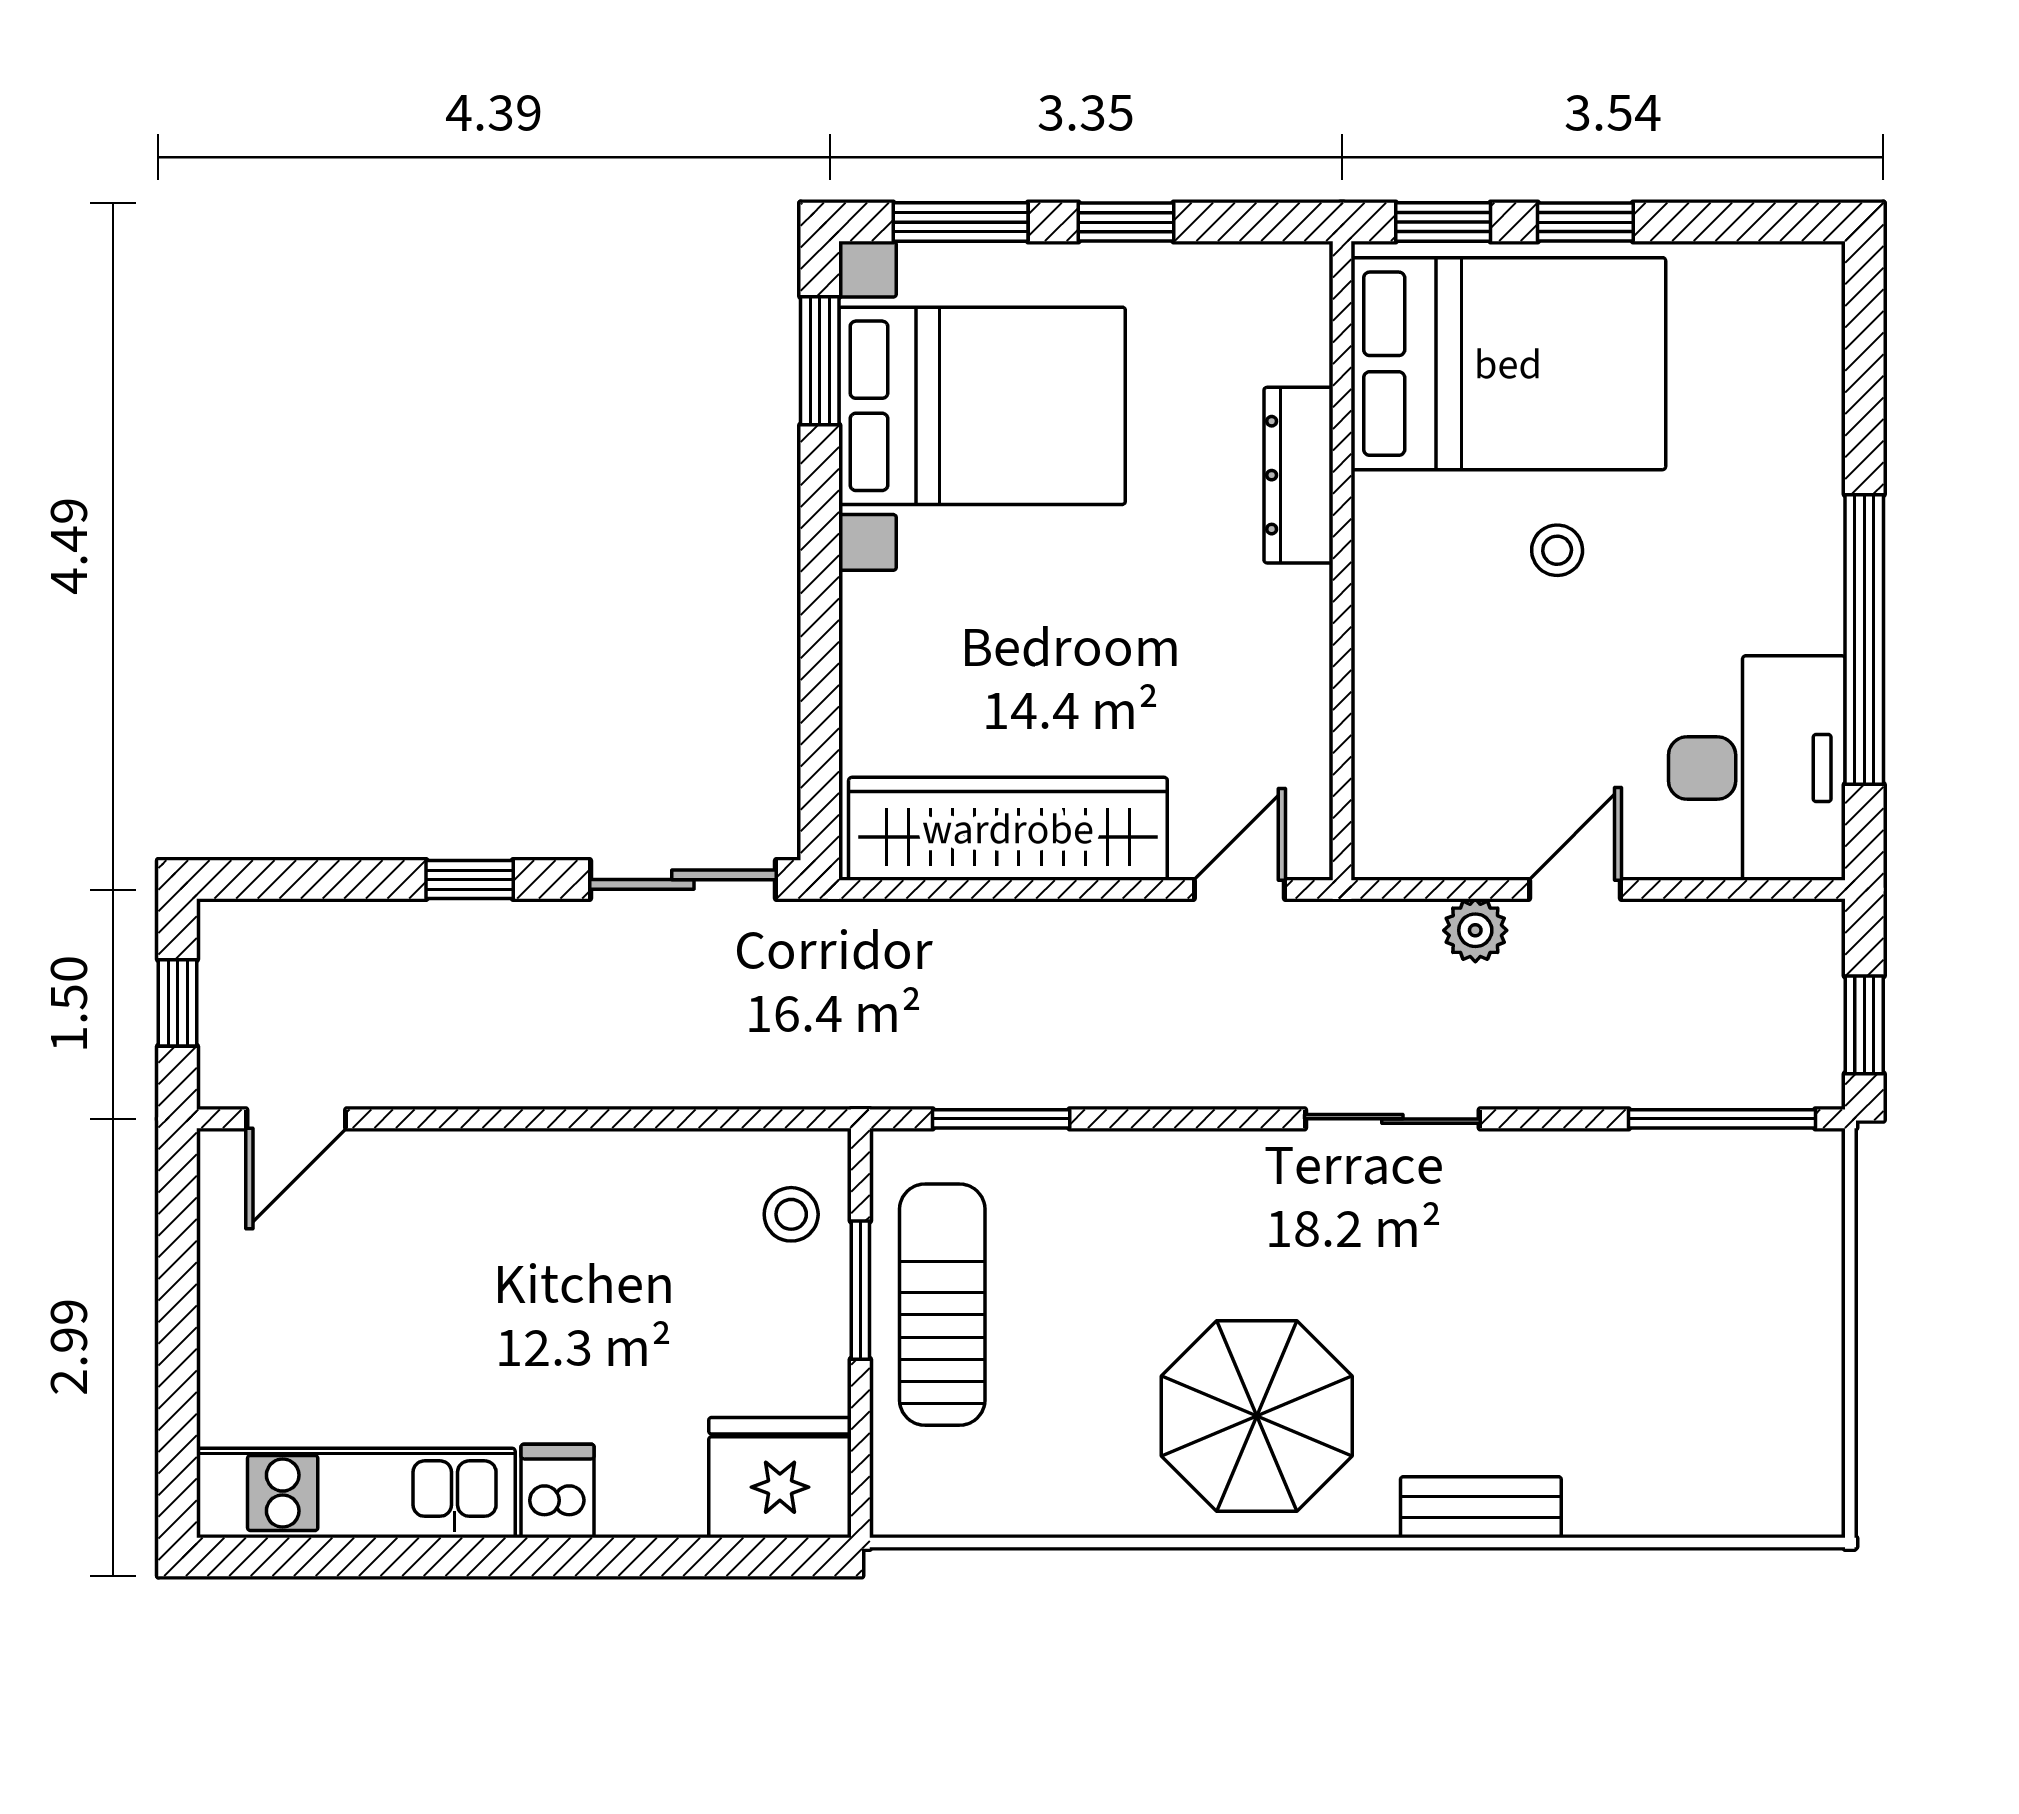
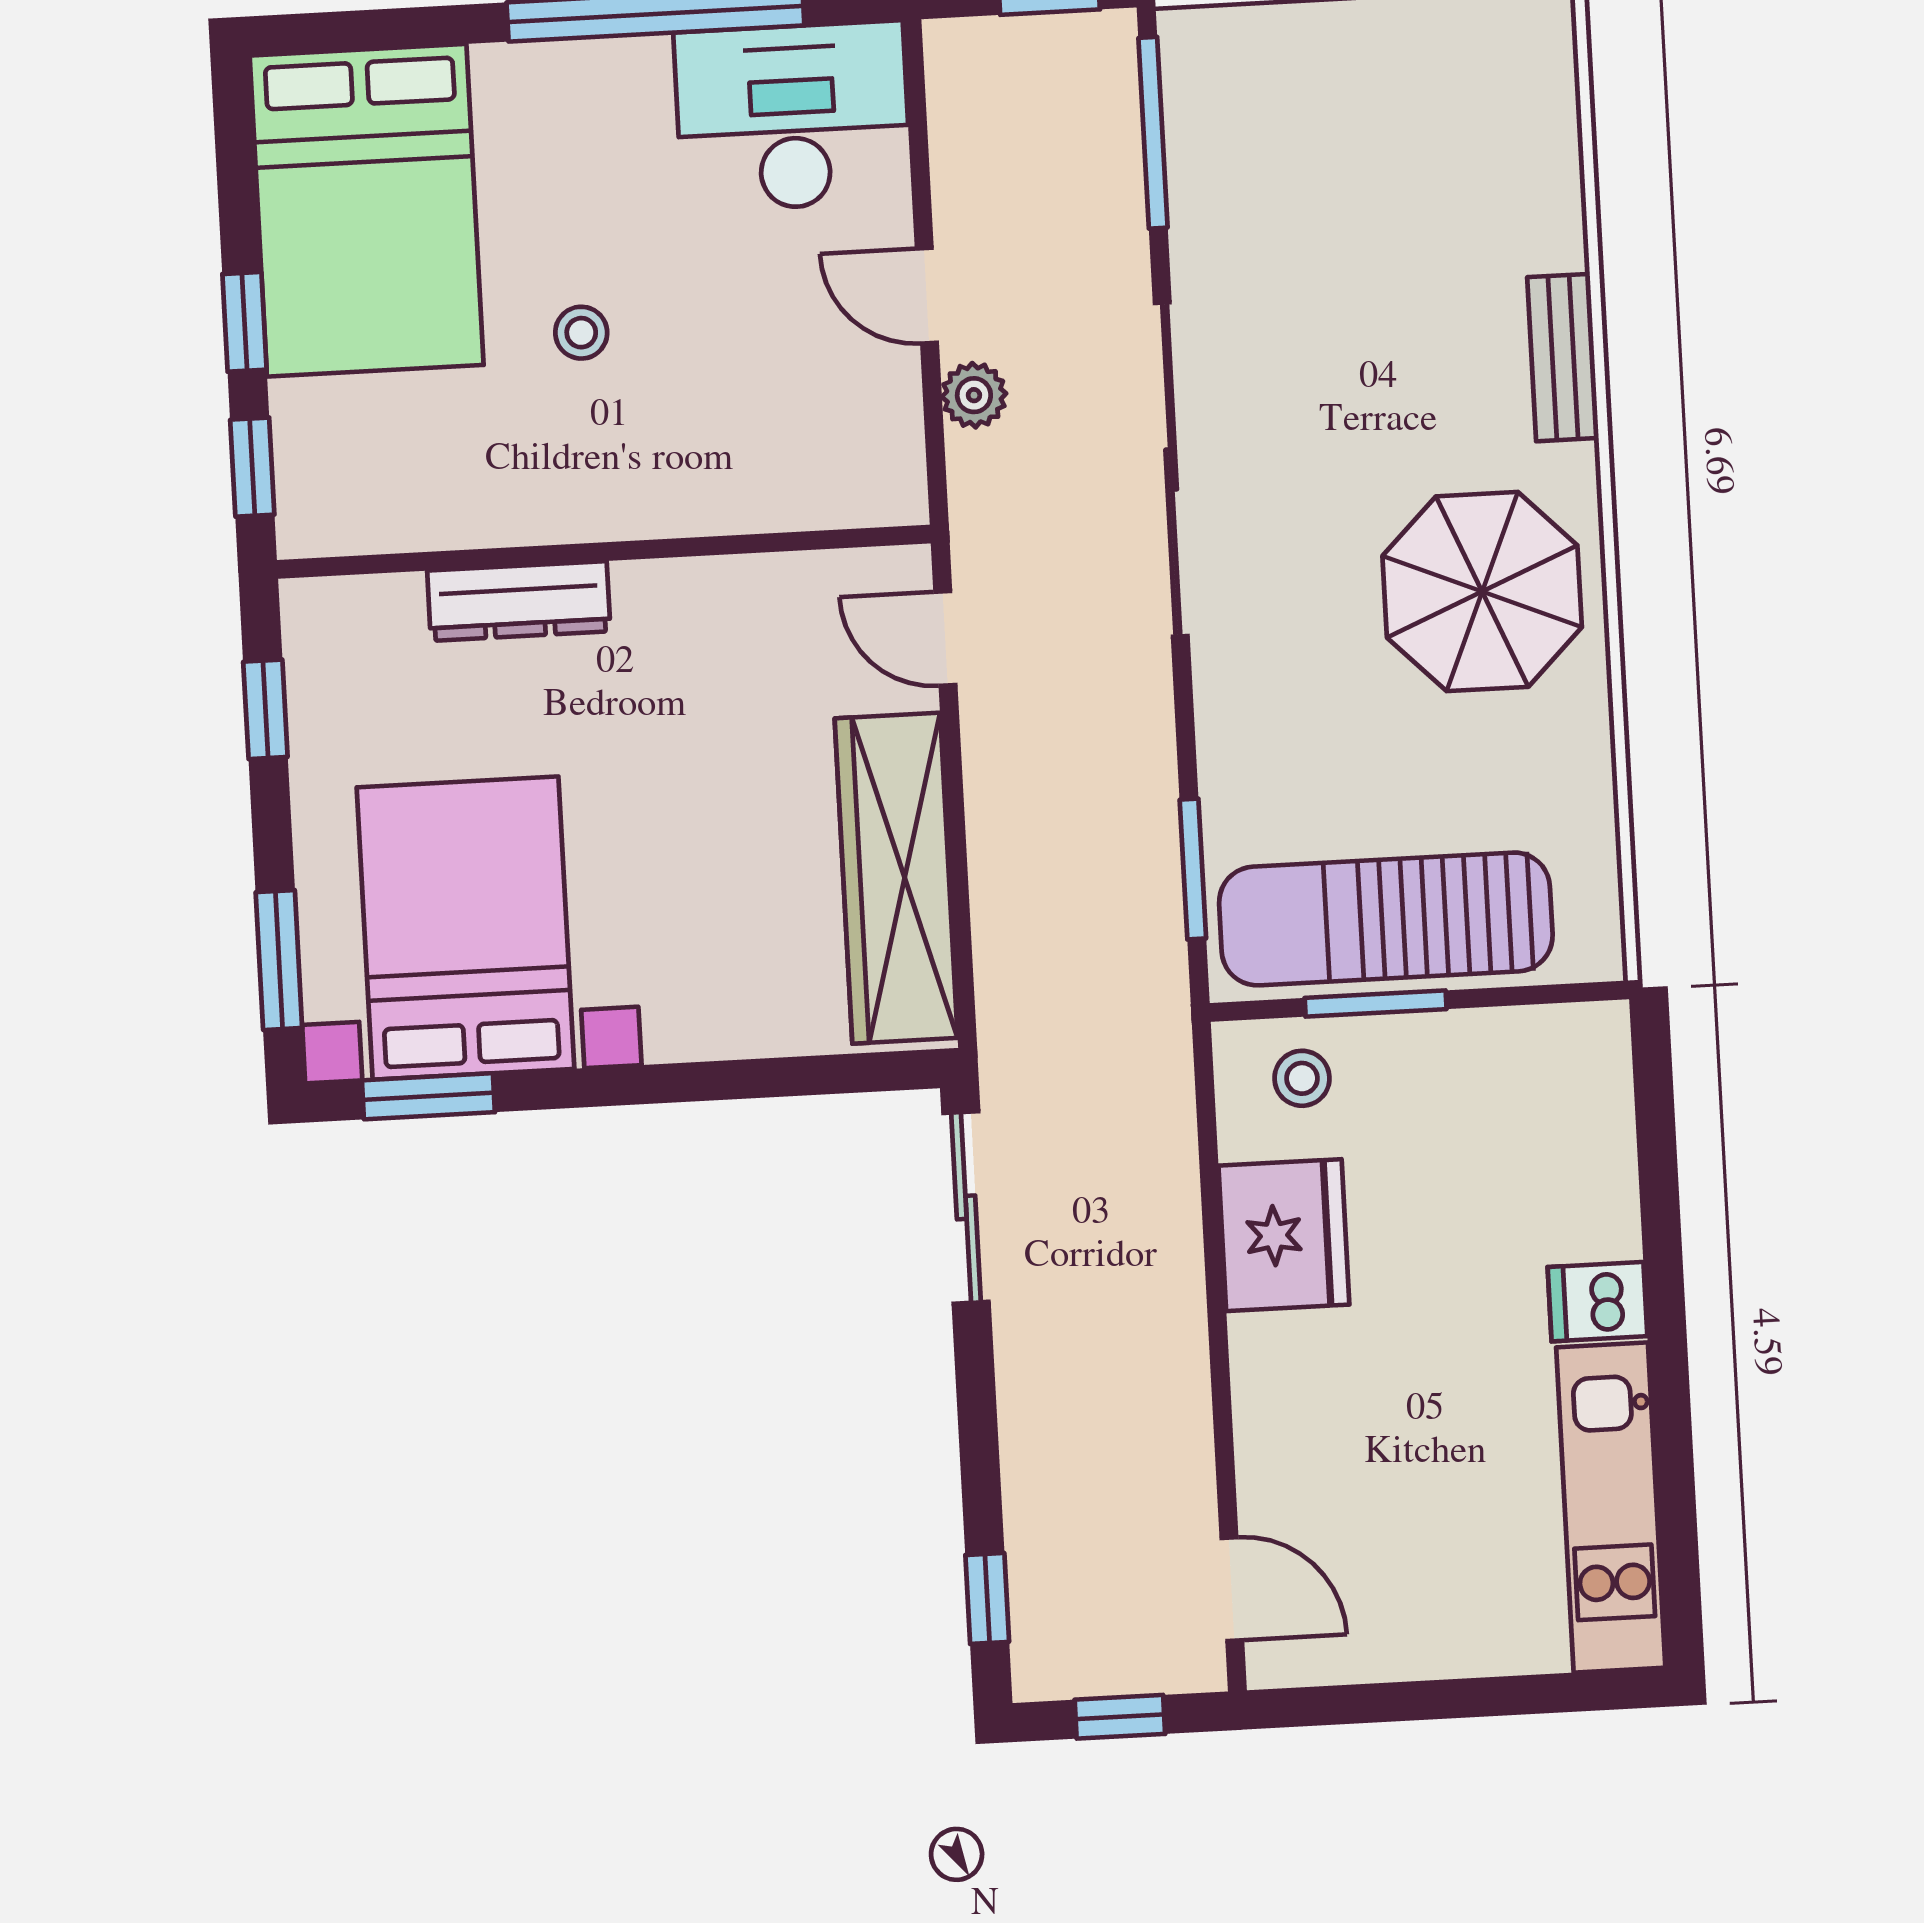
window: (1126, 222) -> (265, 709), moved
bed: (1508, 364) -> (367, 210), moved, turned 180
window: (470, 880) -> (987, 1598), moved
sliding door: (1392, 1119) -> (1171, 470), width x1.86
sun lounger: (942, 1305) -> (1386, 919), width x1.36, depth x1.34
fridge: (780, 1478) -> (1284, 1235), moved, turned 180

